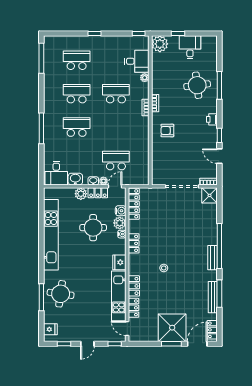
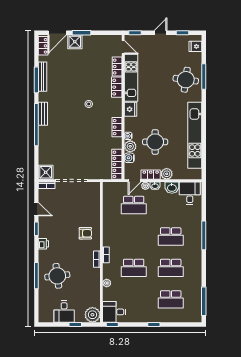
desk: (137, 61) -> (114, 312), moved
shower: (172, 328) -> (75, 42), width x0.54, depth x0.54

